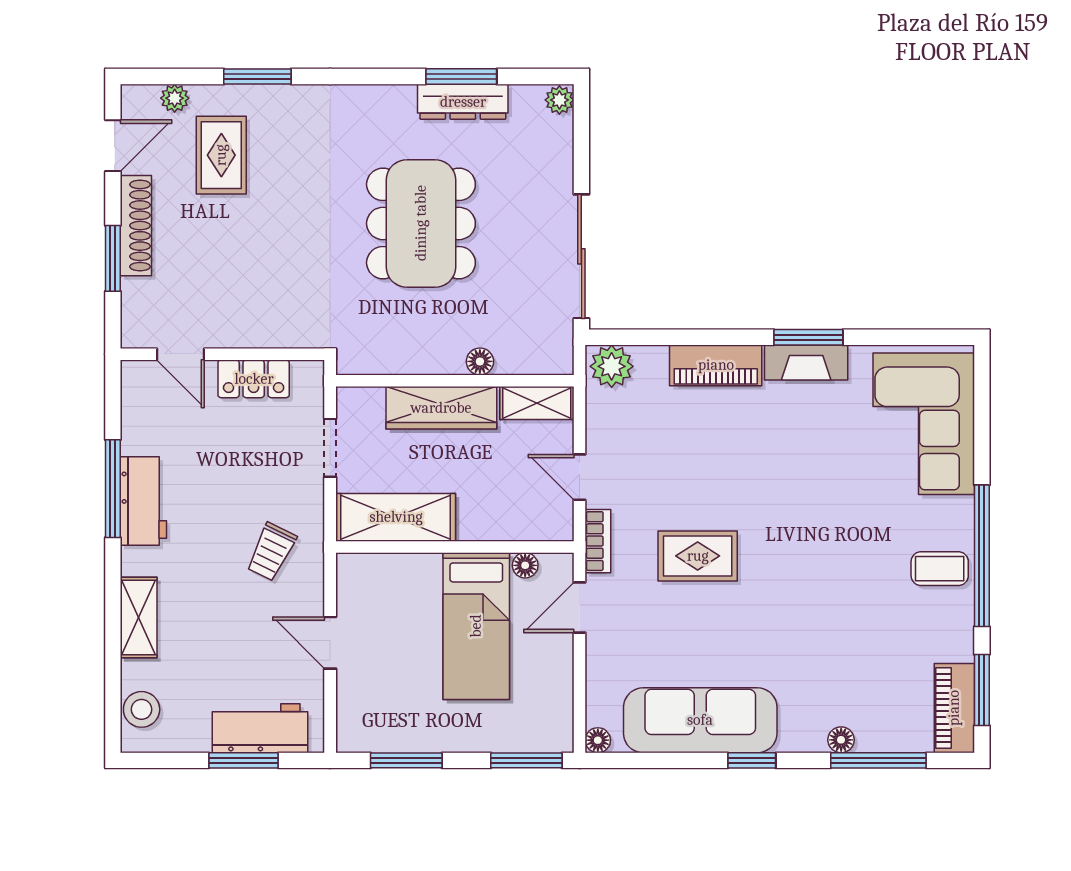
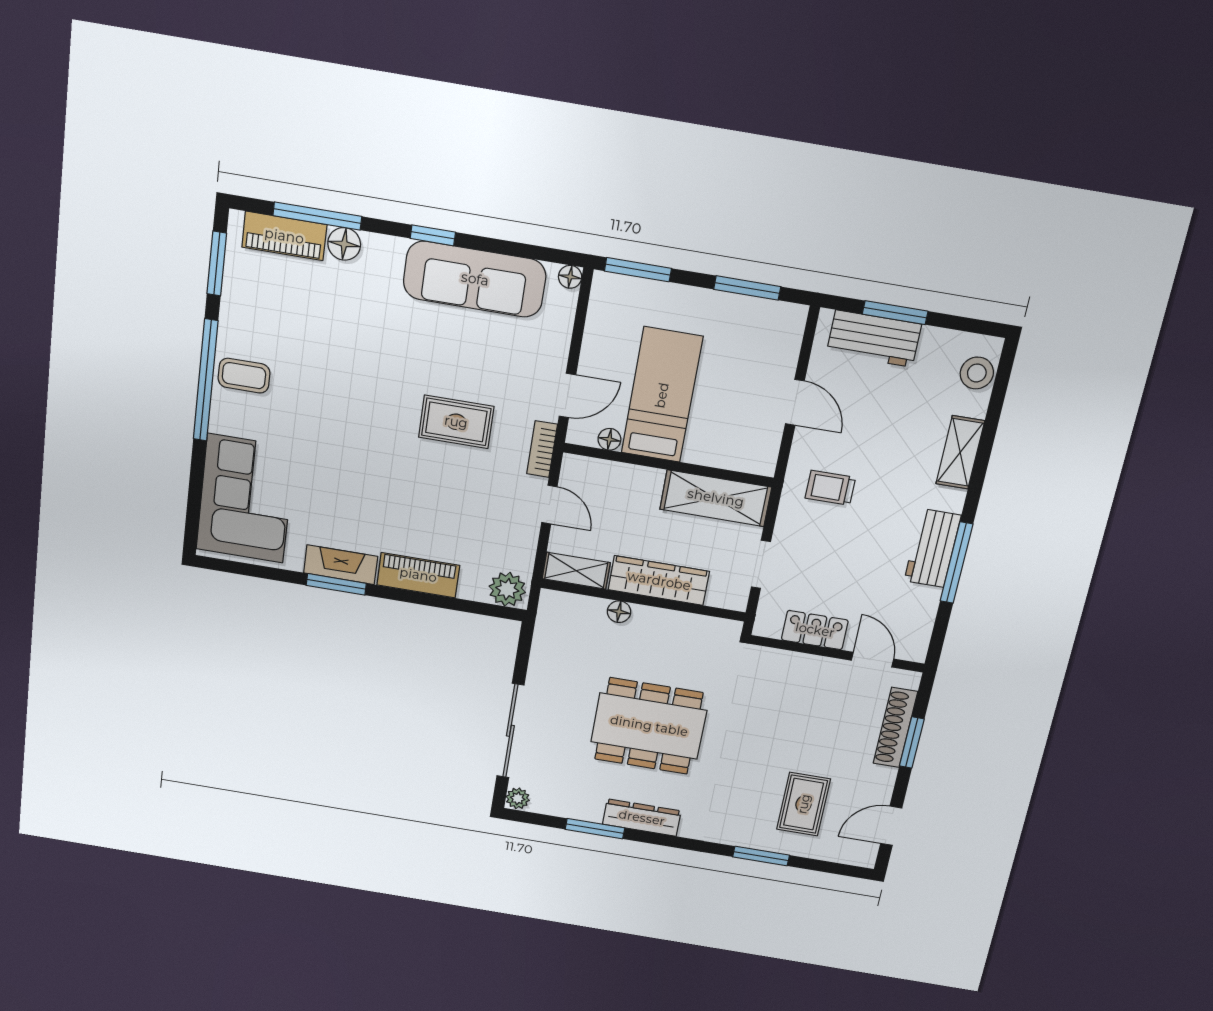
plant: (175, 98) -> (832, 852), removed
dresser: (463, 102) -> (642, 818), moved
dining table: (421, 223) -> (649, 726), turned 90
shoe rack: (136, 226) -> (895, 728), moved
sliding door: (581, 256) -> (510, 731), moved
trolley: (271, 552) -> (830, 488), turned -116
piano: (954, 708) -> (284, 236), moved, turned 90
floor lamp: (841, 740) -> (344, 244), width x1.37, depth x1.37

